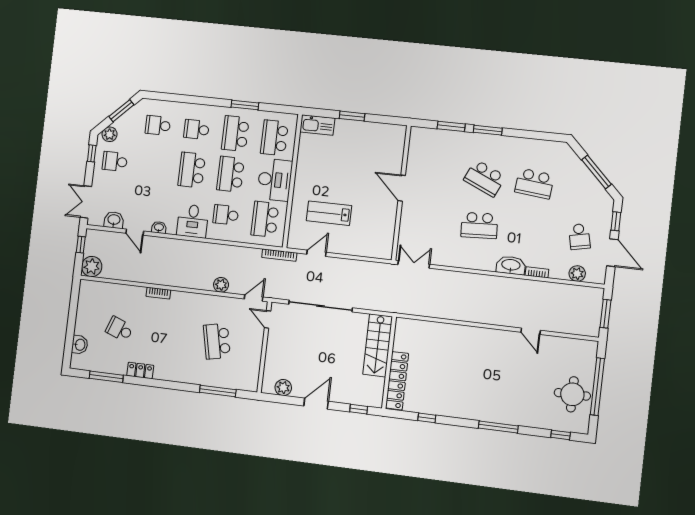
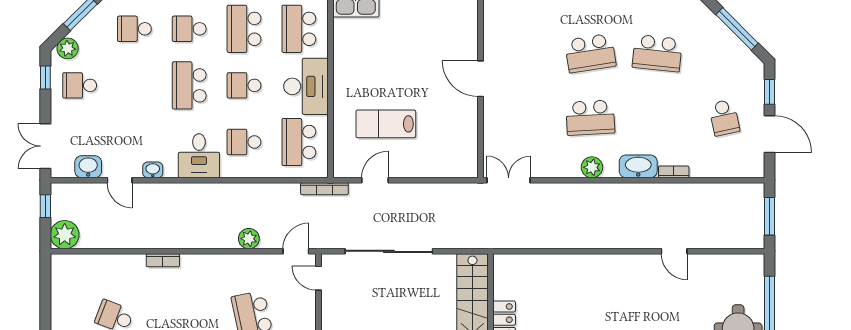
school desk: (231, 174) -> (244, 85), width x0.54
school desk: (485, 178) -> (590, 53), turned -33
plant: (577, 274) -> (592, 167), moved

